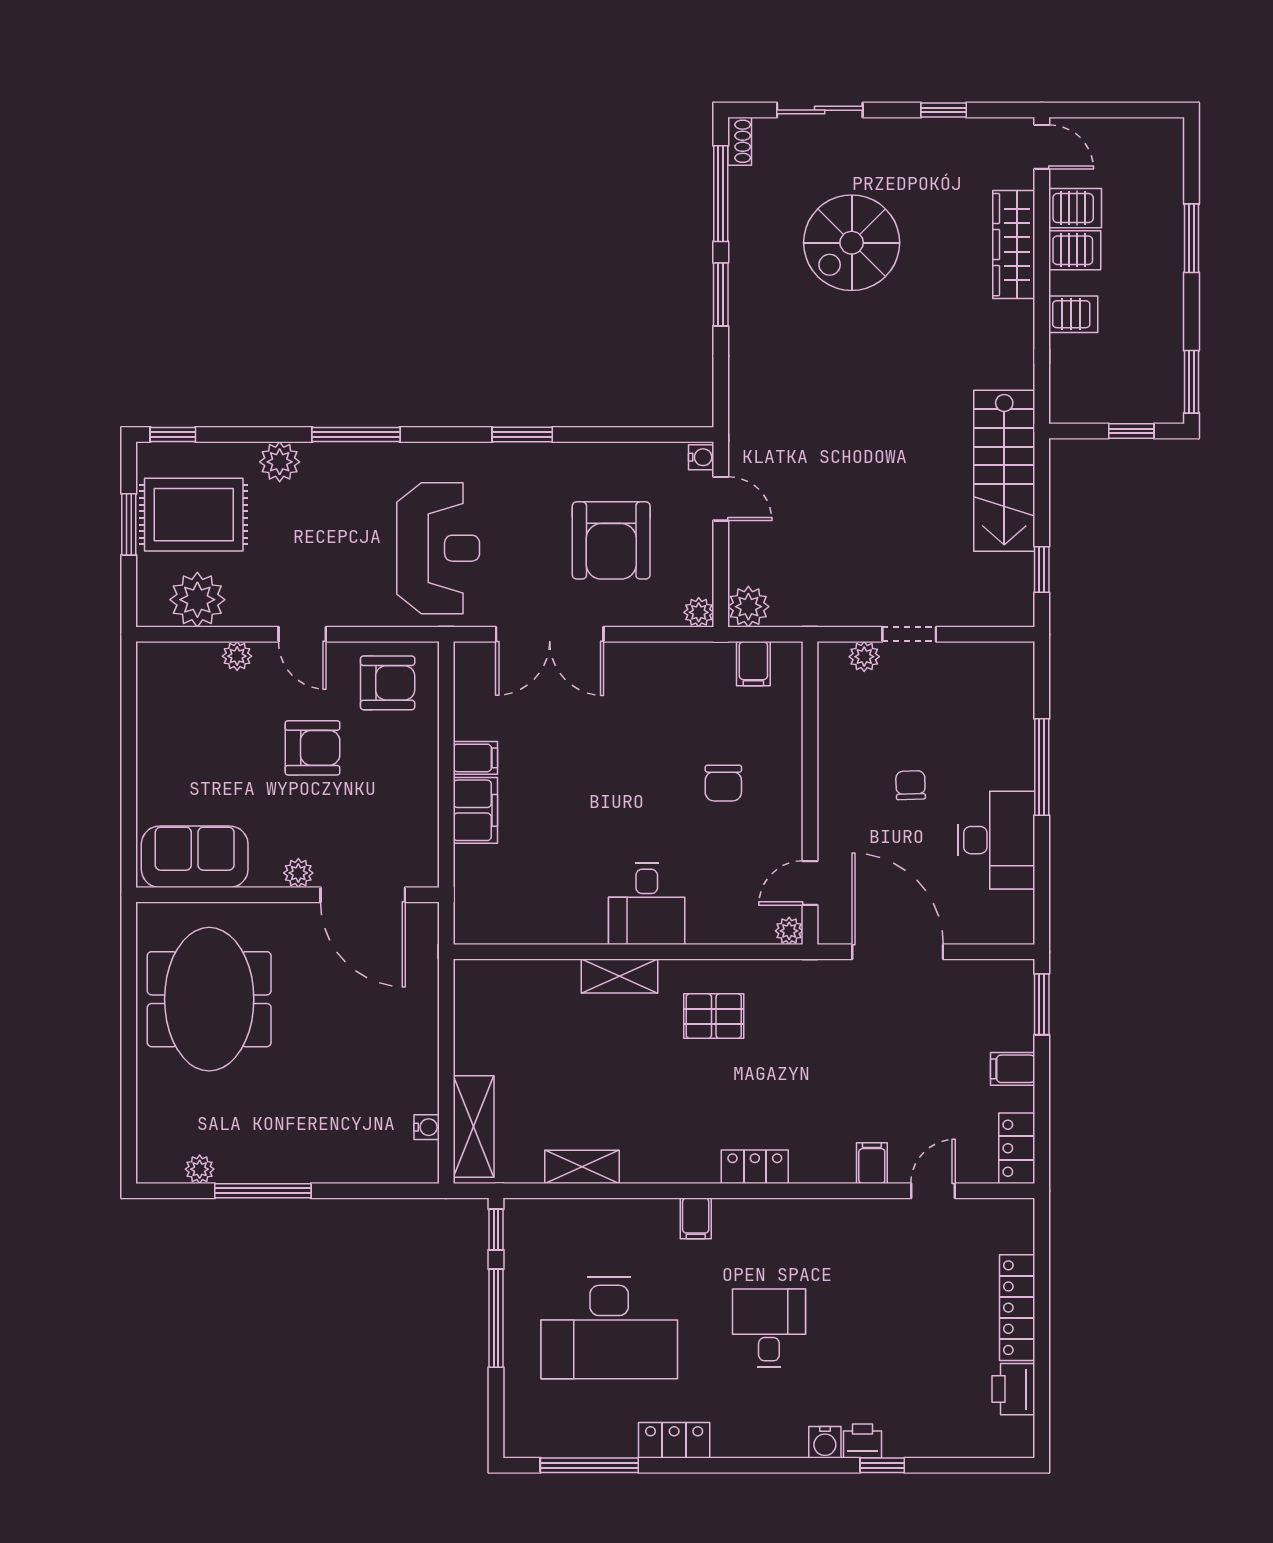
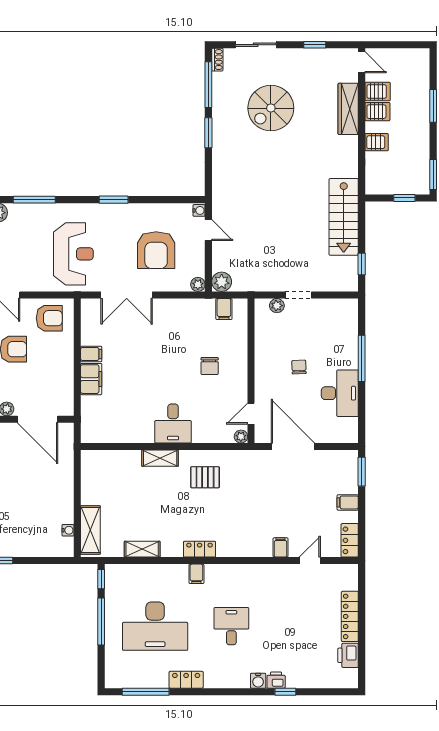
locker: (755, 1167) -> (200, 549), moved

